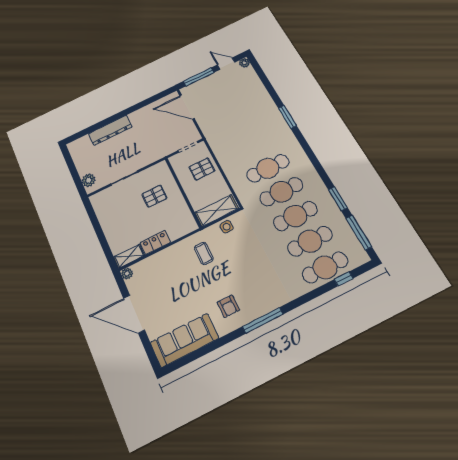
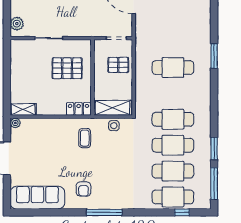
cafe table: (268, 168) -> (173, 68), moved
pallet: (154, 196) -> (67, 68), width x1.50, depth x1.42
locker: (155, 242) -> (79, 109), moved

